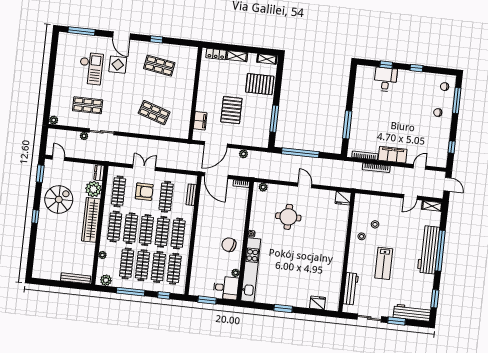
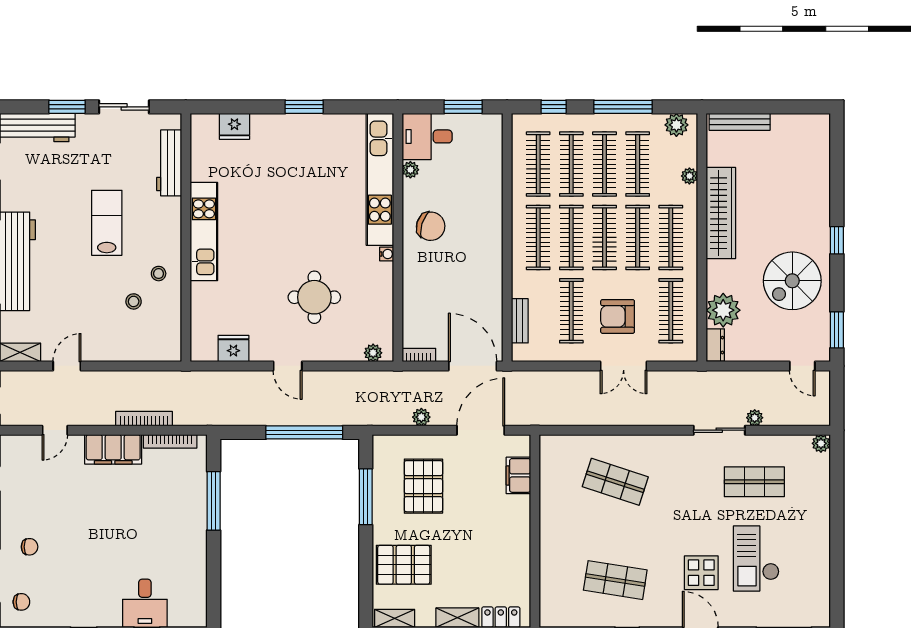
pallet: (231, 110) -> (423, 486), moved
fridge: (343, 198) -> (233, 348), moved
wardrobe: (91, 220) -> (721, 213), moved
kitchen unit: (338, 254) -> (204, 231), added

